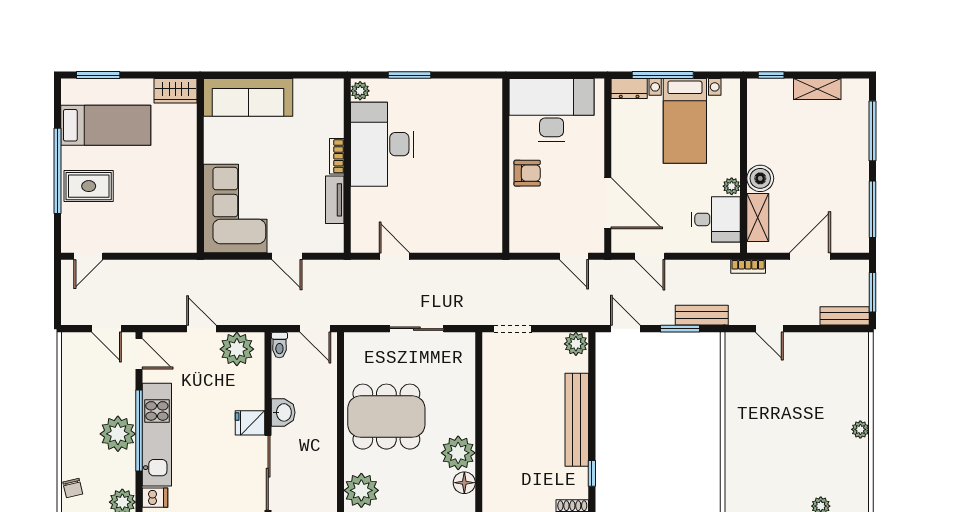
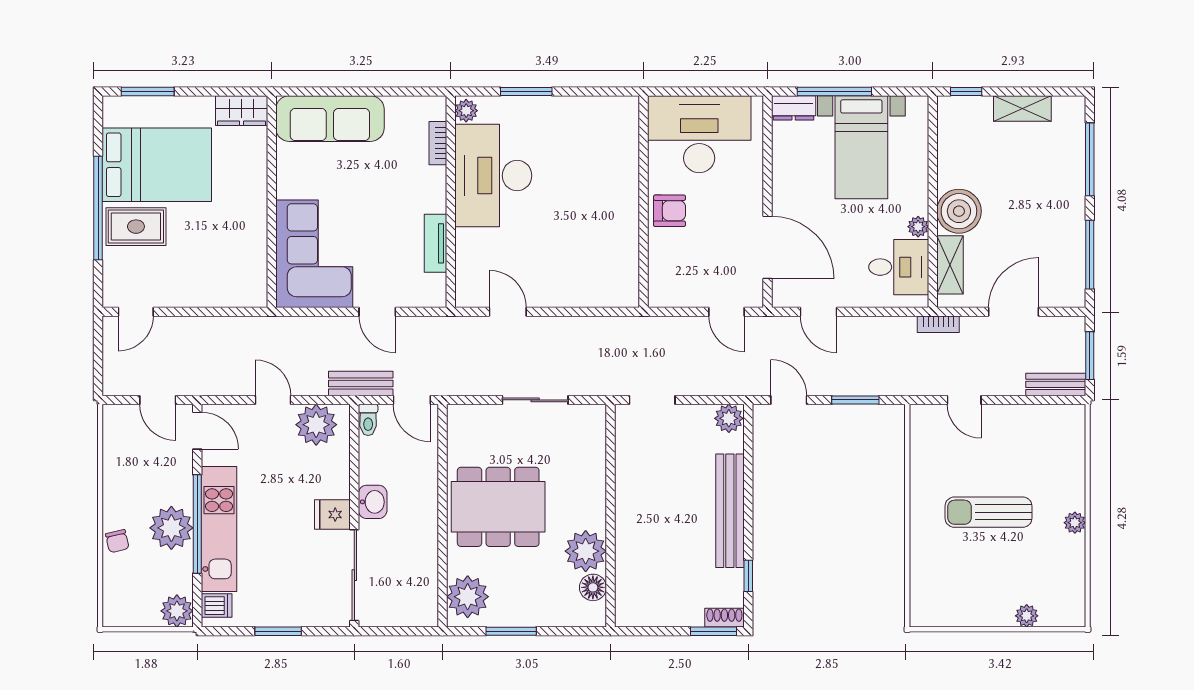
bed: (106, 125) -> (157, 165), width x1.50
bookcase: (337, 156) -> (438, 143), moved
boiler: (760, 178) -> (959, 211), width x1.37, depth x1.37
bench: (702, 315) -> (361, 384), moved
sun lounger: (789, 421) -> (989, 512), added
chair: (73, 488) -> (117, 541), moved

